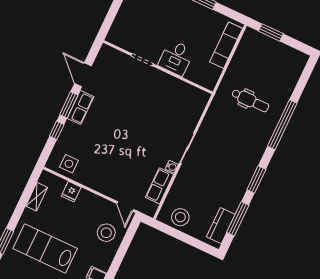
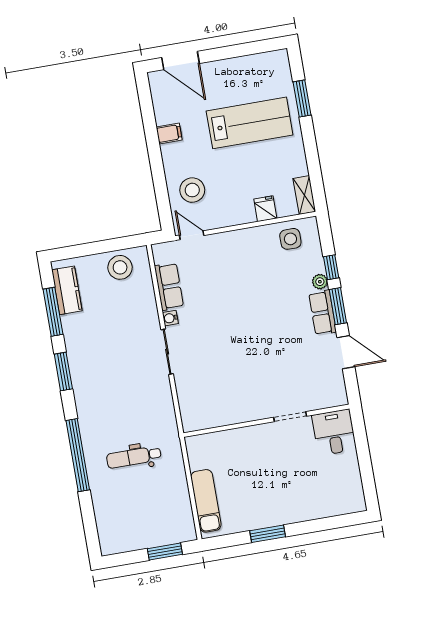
desk: (176, 58) -> (334, 432), moved
plant: (69, 127) -> (320, 282), added
shelving: (37, 197) -> (304, 195), moved

